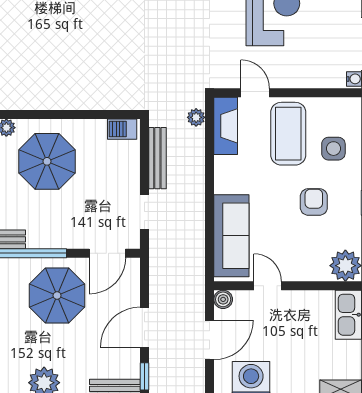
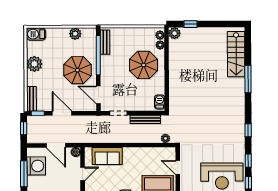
door: (255, 93) -> (178, 167), swing flipped
fireplace: (226, 126) -> (161, 153), removed
sofa: (231, 236) -> (107, 156), width x0.73

